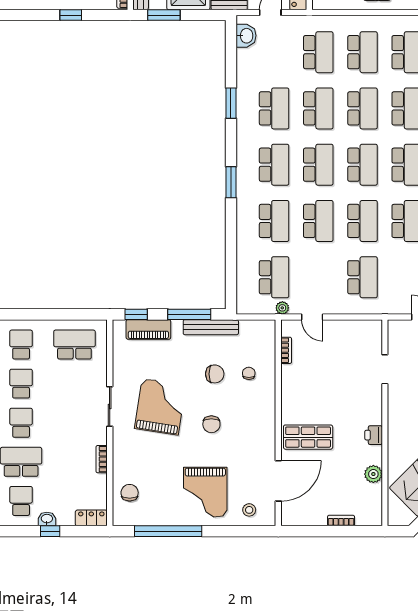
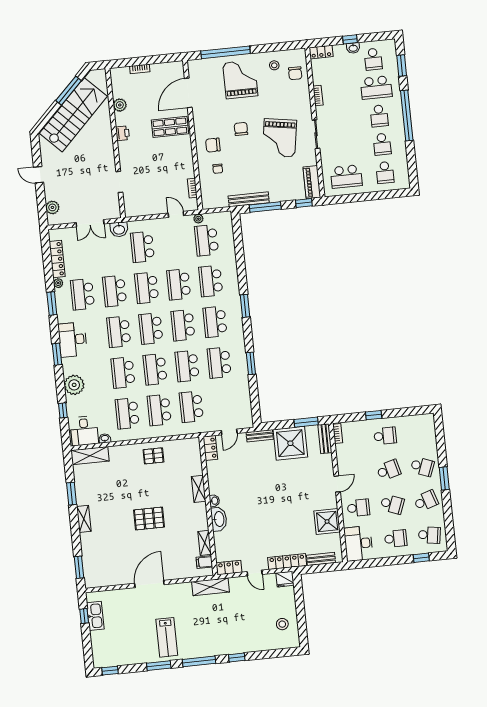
washbasin: (246, 36) -> (119, 229), moved, turned -90
piano: (148, 329) -> (312, 182), moved, turned -90
chair: (215, 374) -> (213, 145), moved
stool: (249, 510) -> (274, 65), moved
window: (168, 531) -> (226, 52), moved

